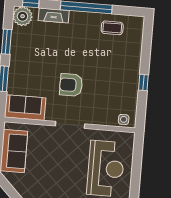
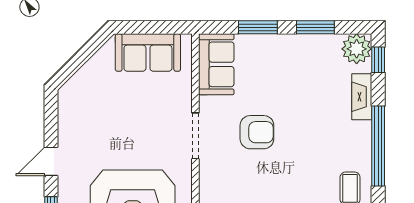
armchair: (71, 85) -> (257, 132), turned 90

